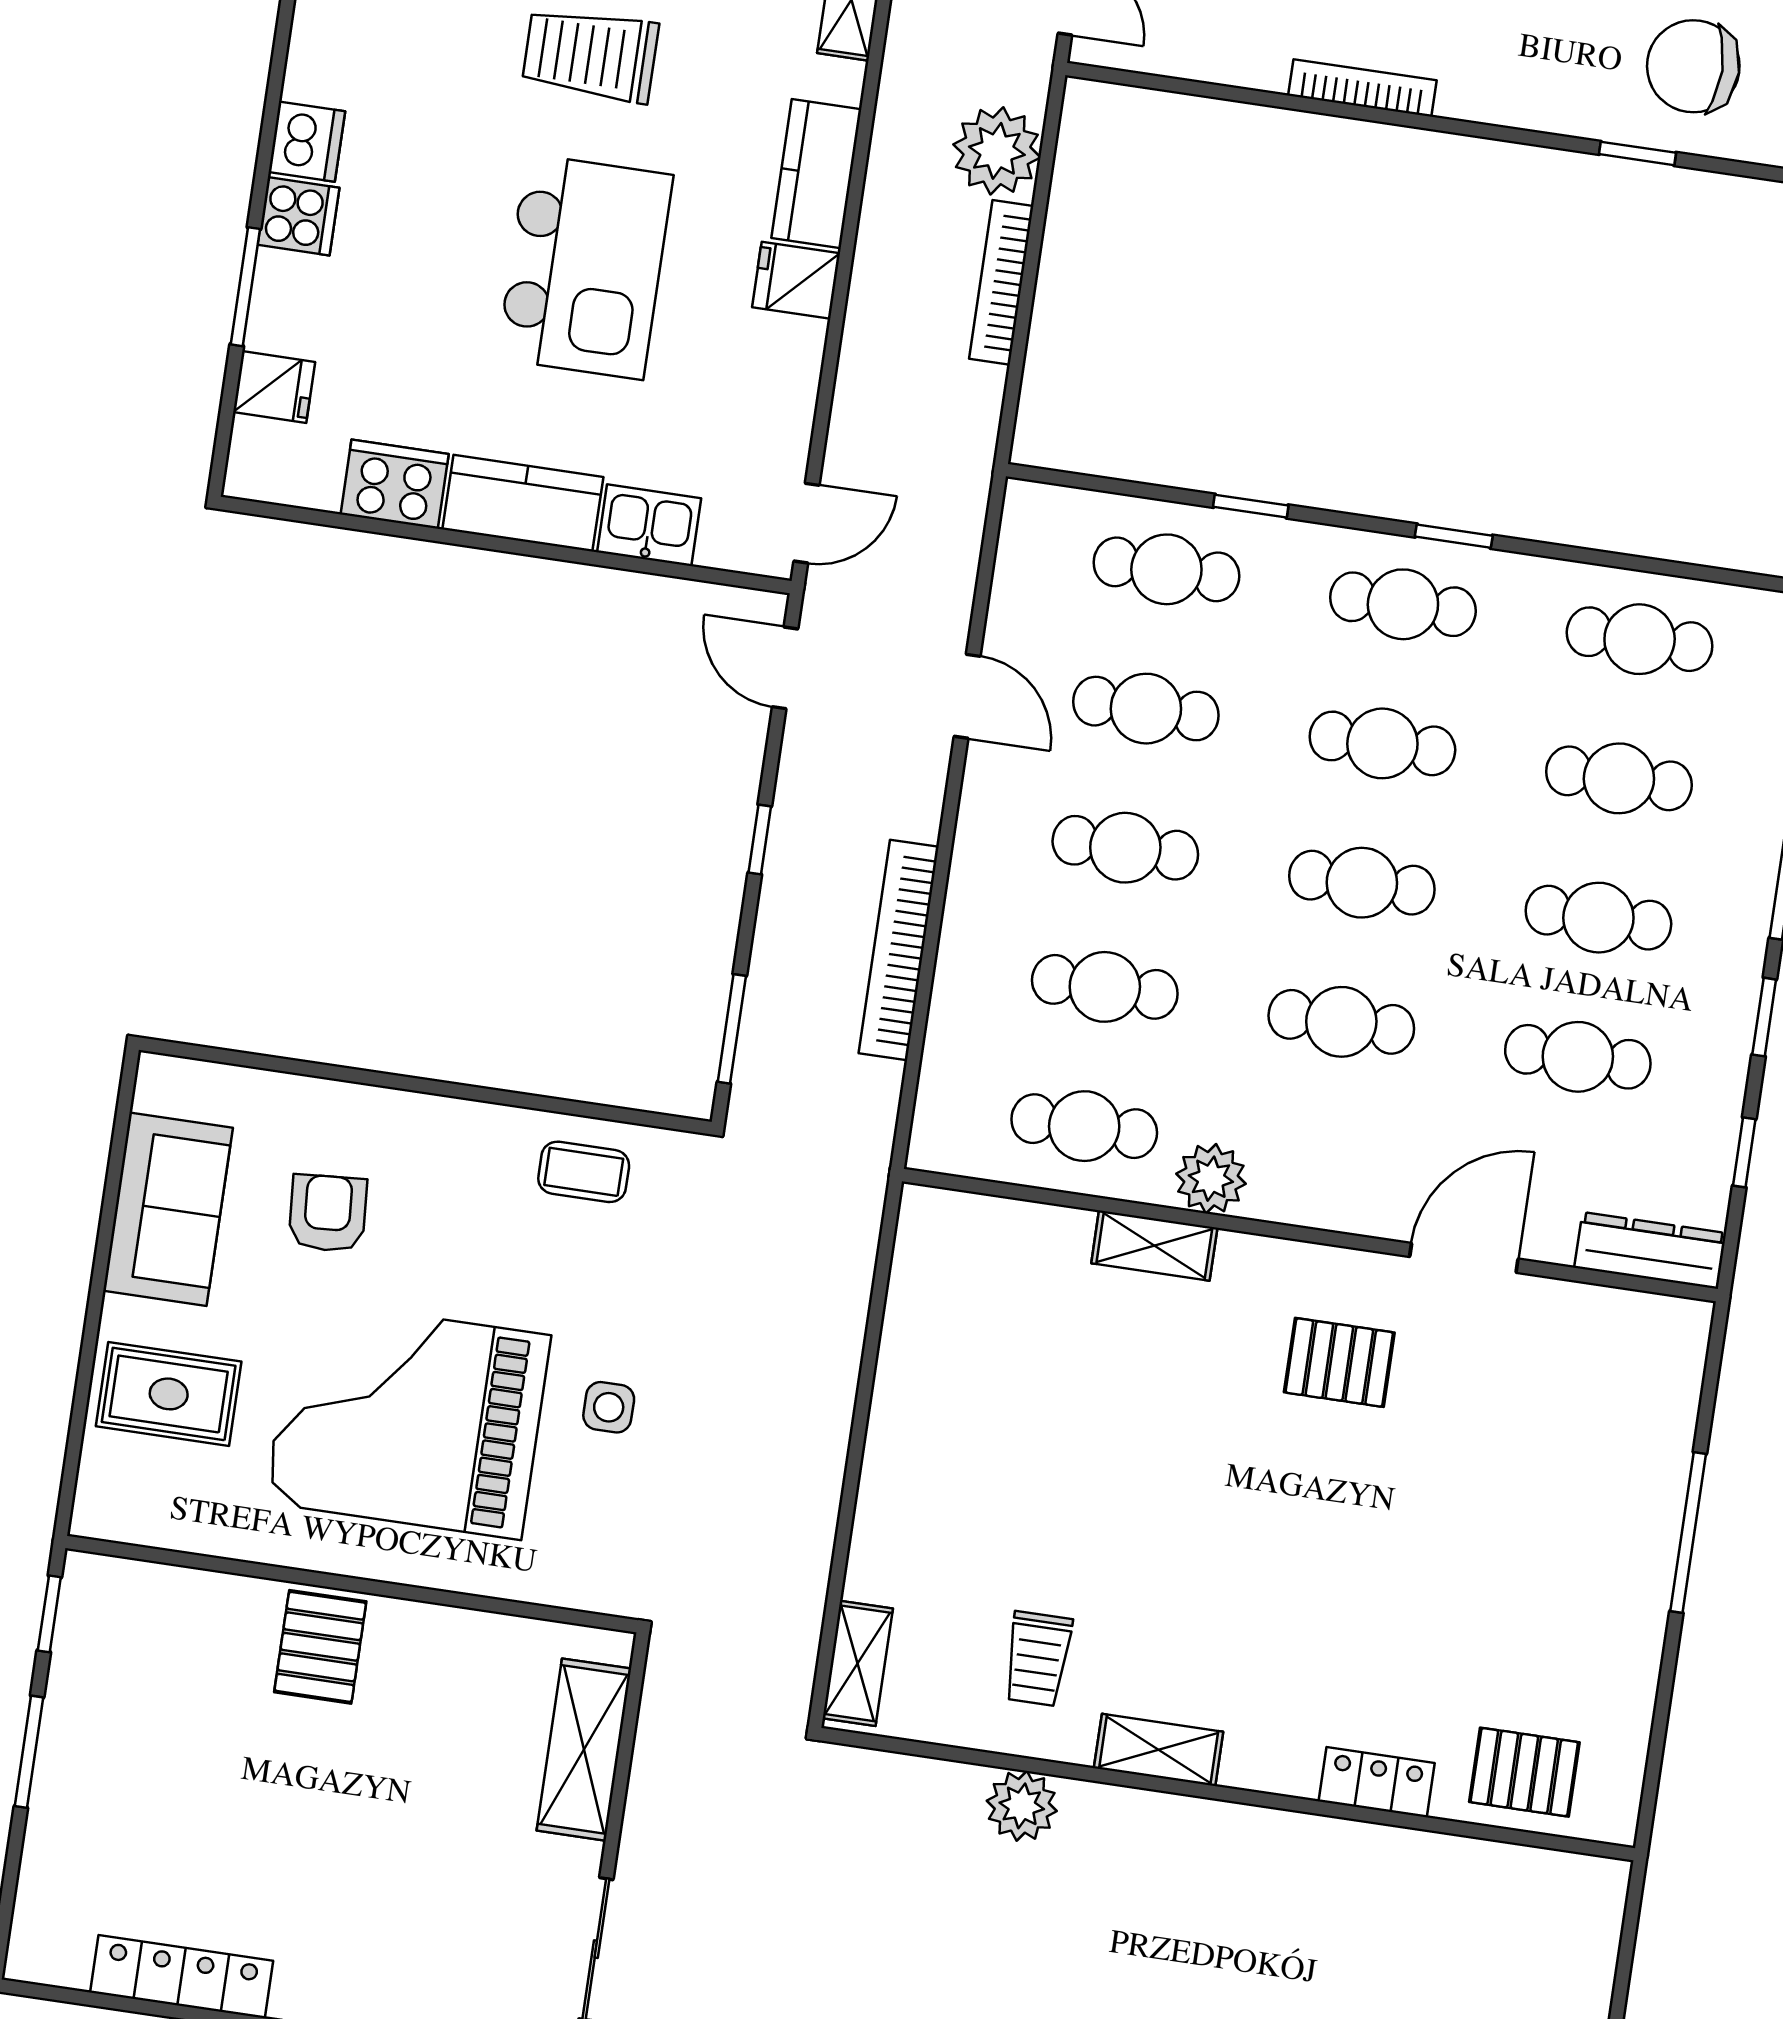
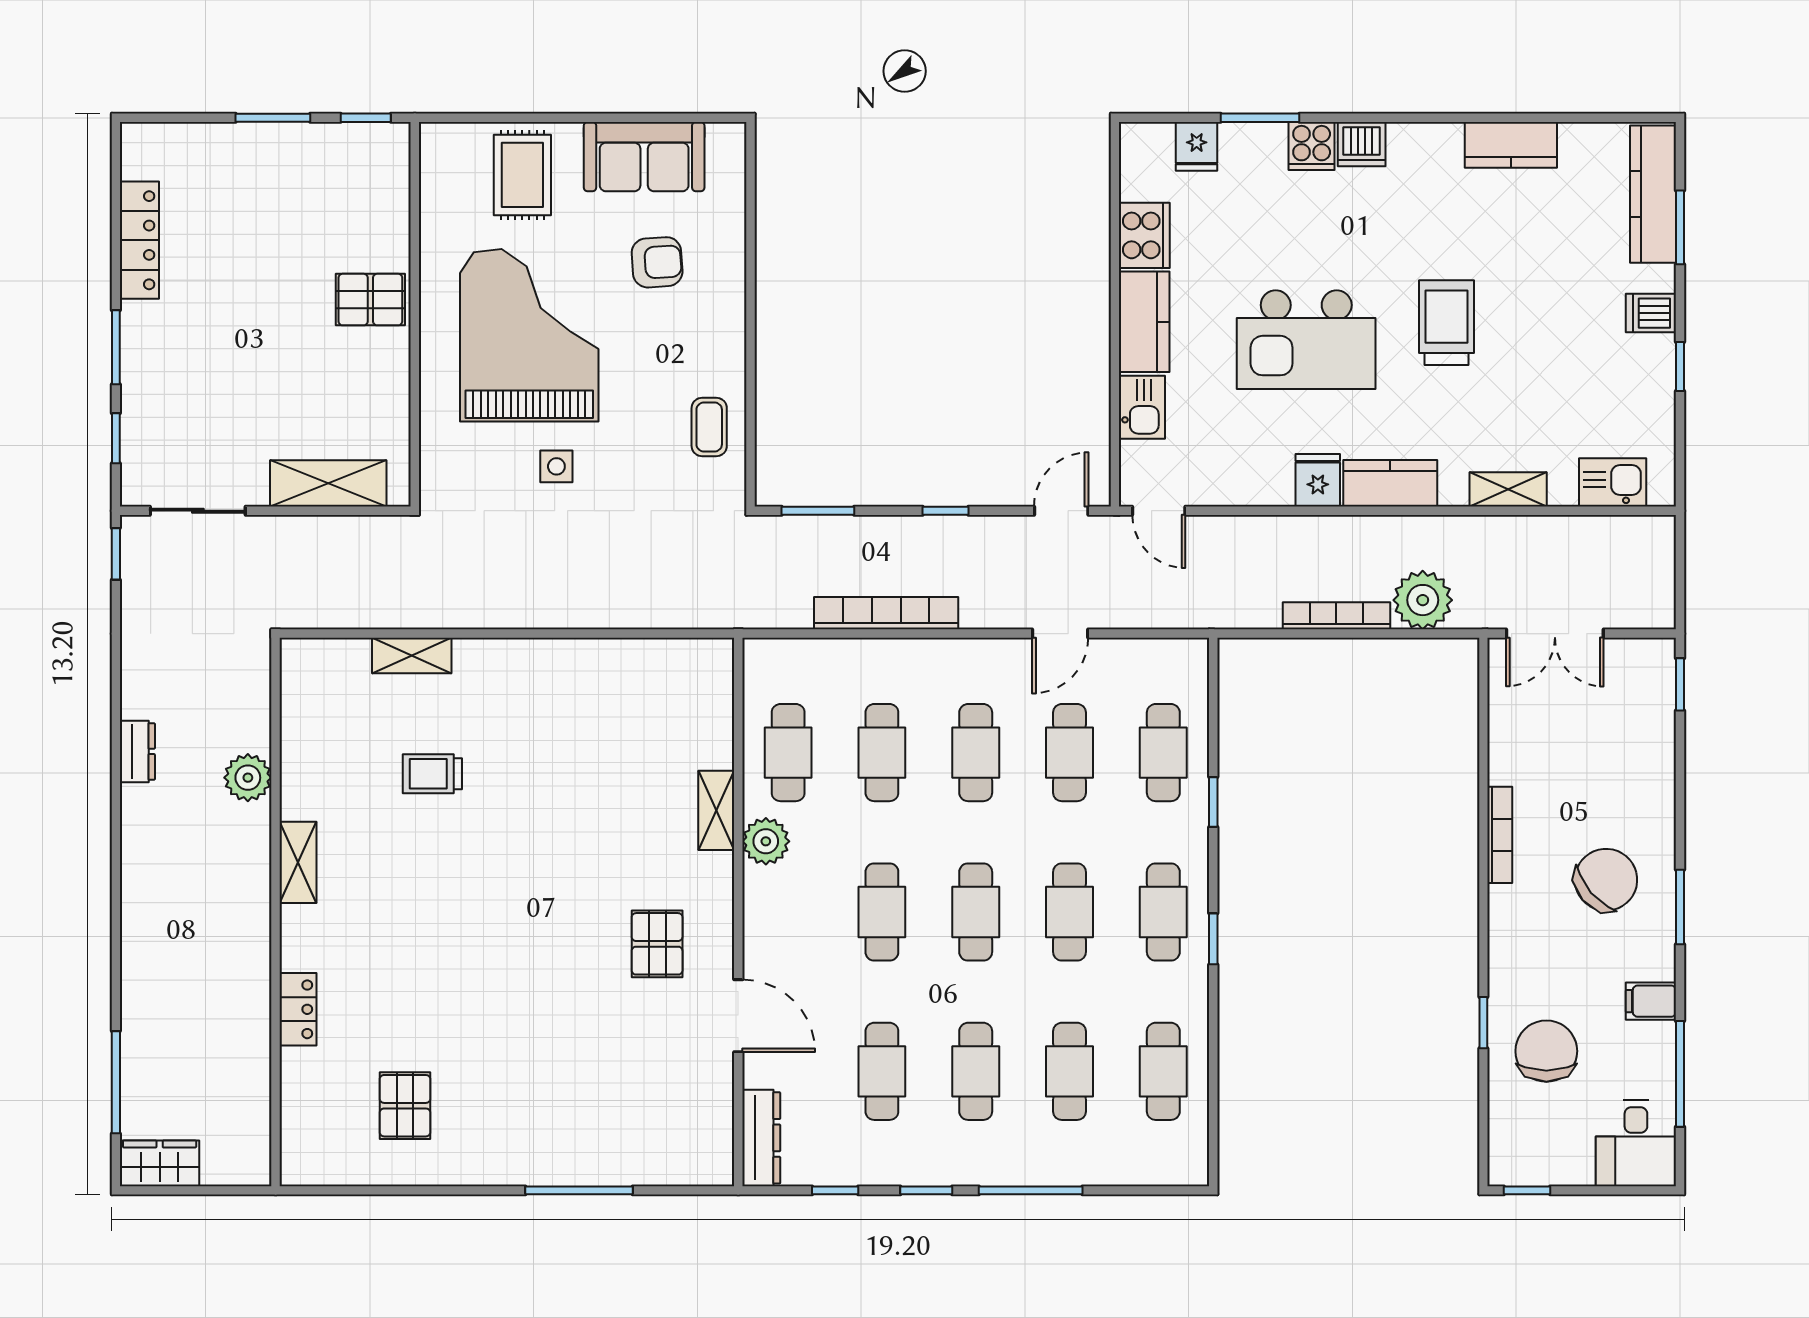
shelving: (1159, 1750) -> (298, 862), moved
locker: (1377, 1782) -> (298, 1009), moved
wall: (1227, 1794) -> (276, 912), moved
plant: (1022, 1806) -> (248, 778), moved

